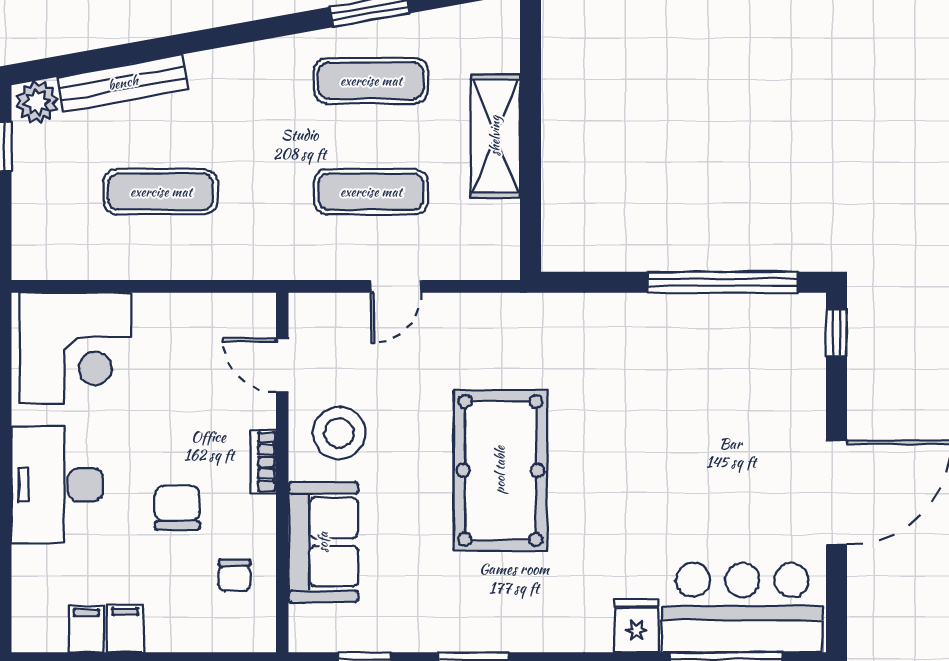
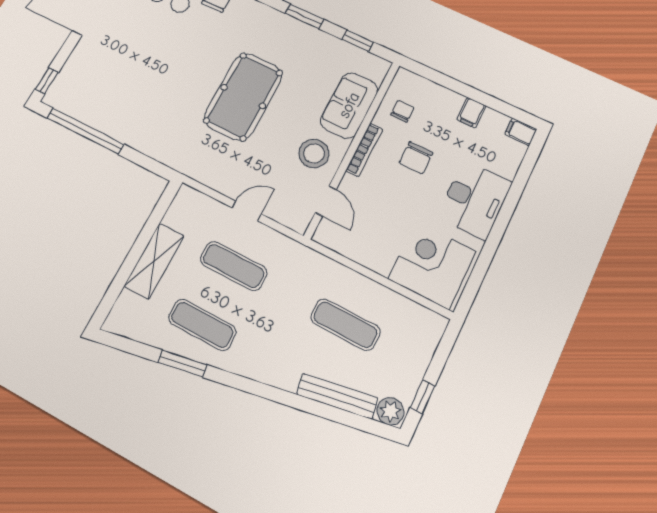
bookcase: (263, 462) -> (364, 150), width x1.56
filing cabinet: (86, 629) -> (521, 132), moved, turned 90

